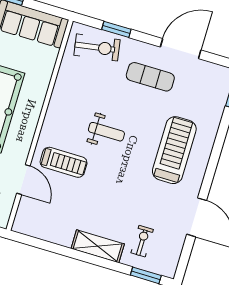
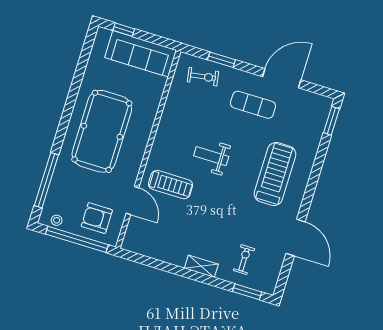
exercise bike: (97, 47) -> (203, 77), width x0.73, depth x0.72
weight bench: (106, 132) -> (211, 156), turned 180
shelving: (98, 246) -> (201, 266), width x0.67, depth x0.75

